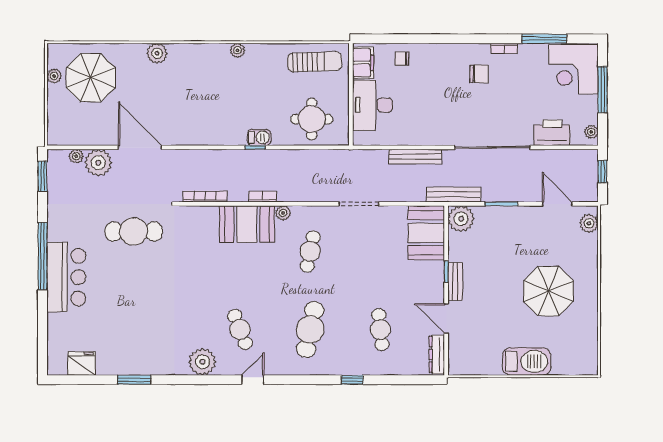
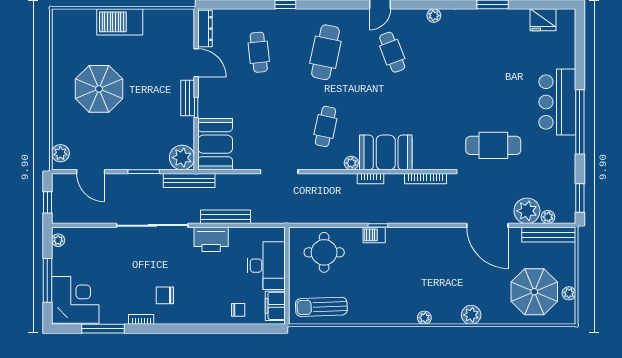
plant: (238, 50) -> (424, 318), moved
printer: (552, 133) -> (211, 239), moved
bench: (75, 138) -> (549, 235), added
plant: (202, 362) -> (434, 16), width x0.53, depth x0.53

